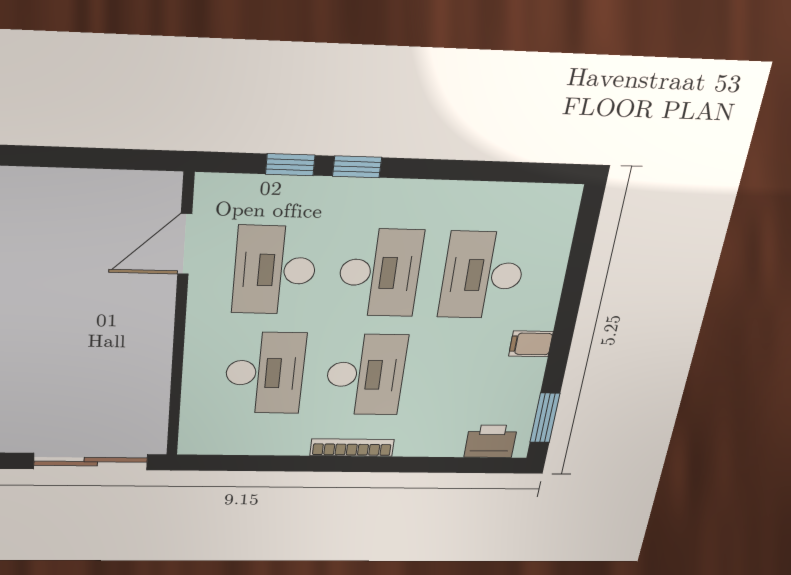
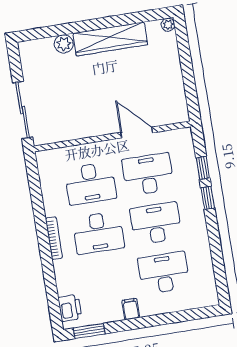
door: (185, 244) -> (137, 133), moved
desk: (380, 273) -> (156, 224), turned 180

